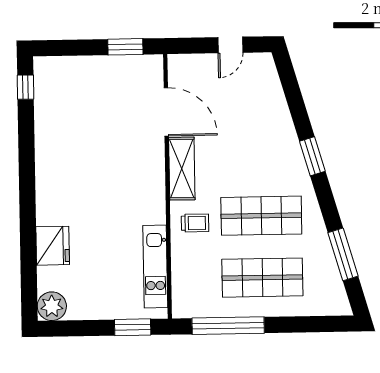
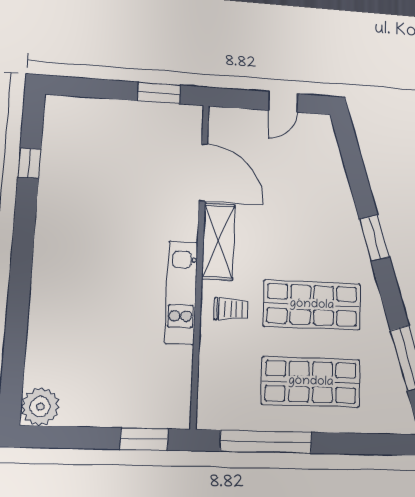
window: (26, 87) -> (29, 163), moved
fridge: (53, 246) -> (48, 328), removed
kitchen unit: (155, 266) -> (181, 292), moved

